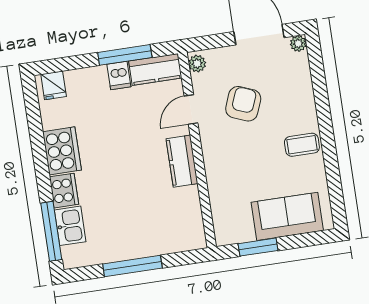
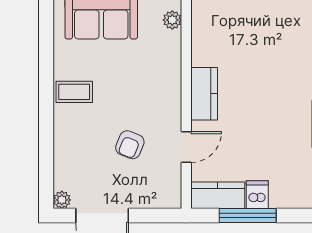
plant: (197, 64) -> (172, 20), moved
armchair: (243, 104) -> (130, 145), width x0.72, depth x0.72

